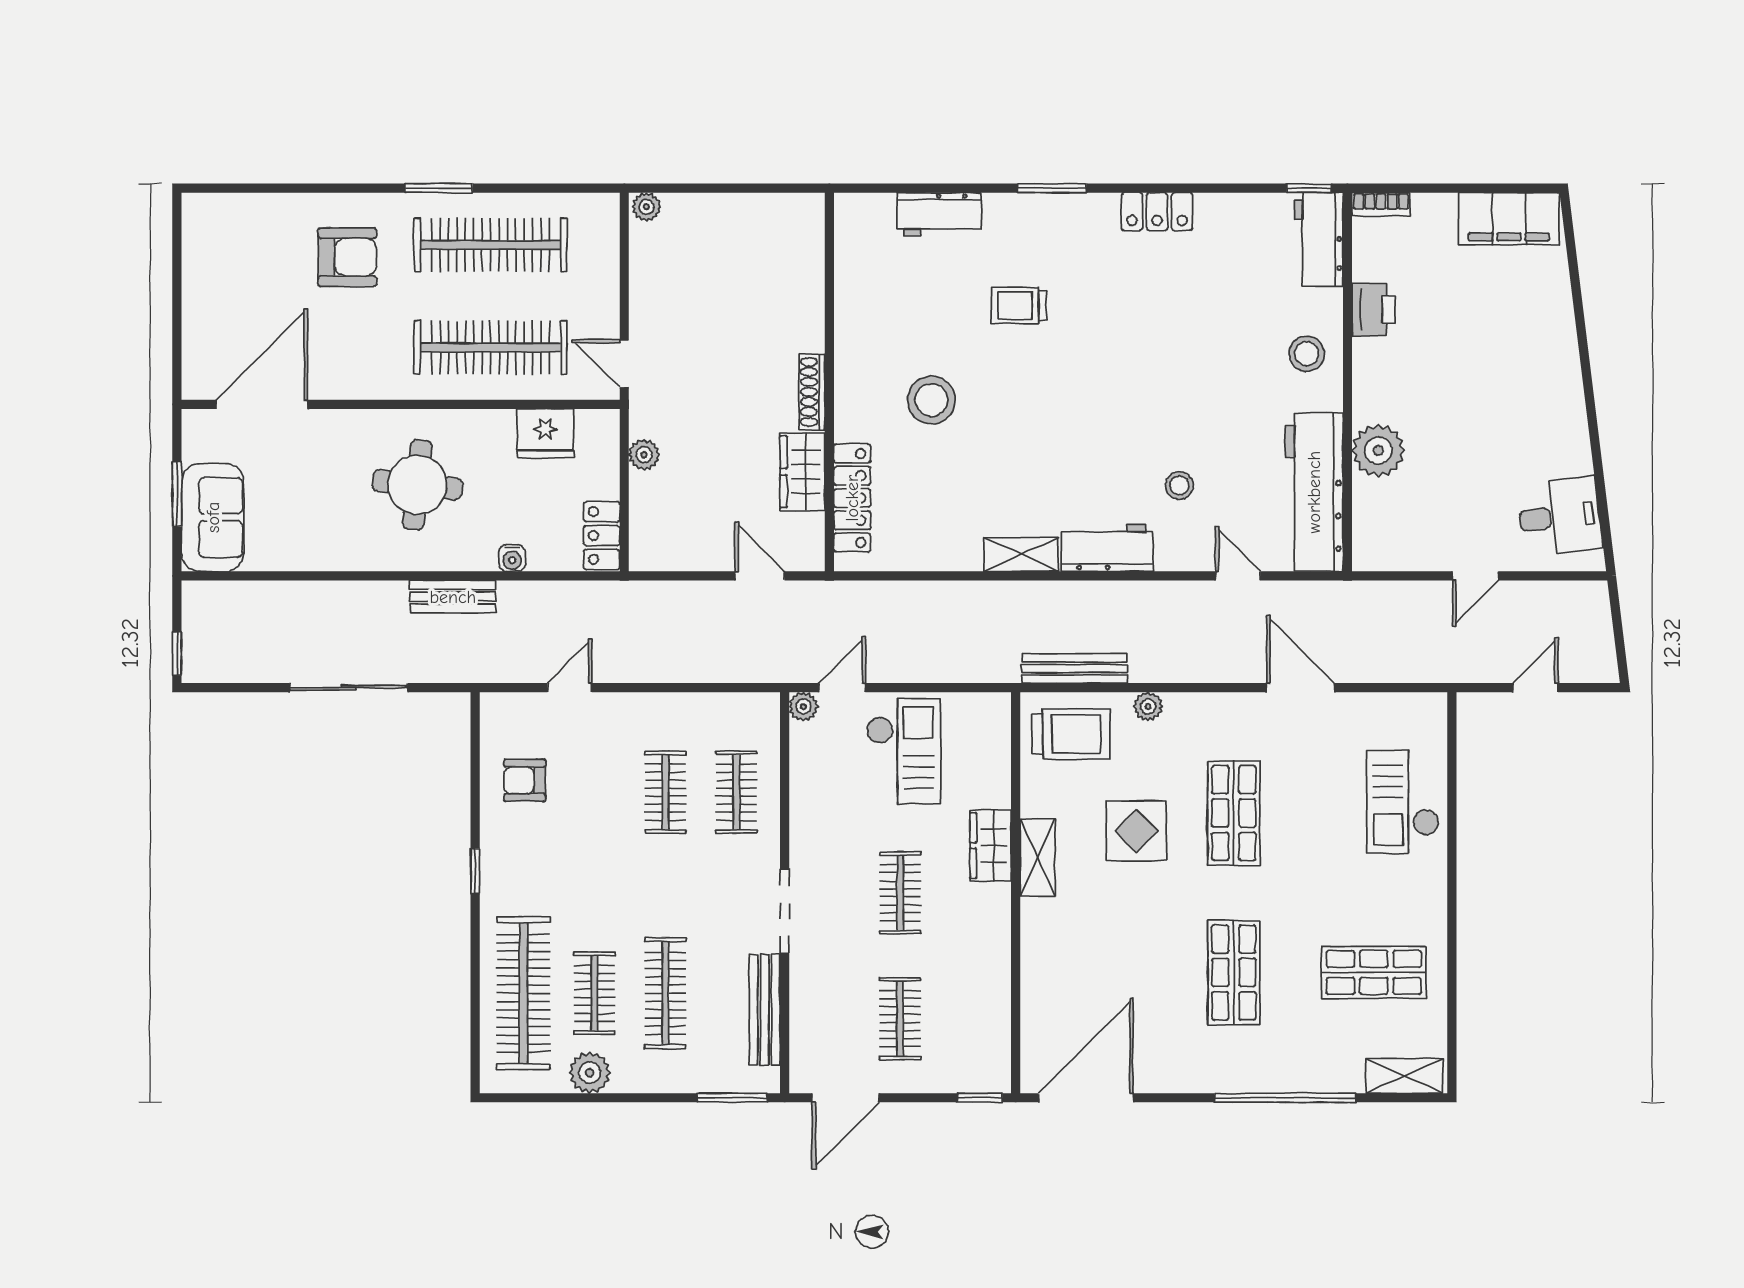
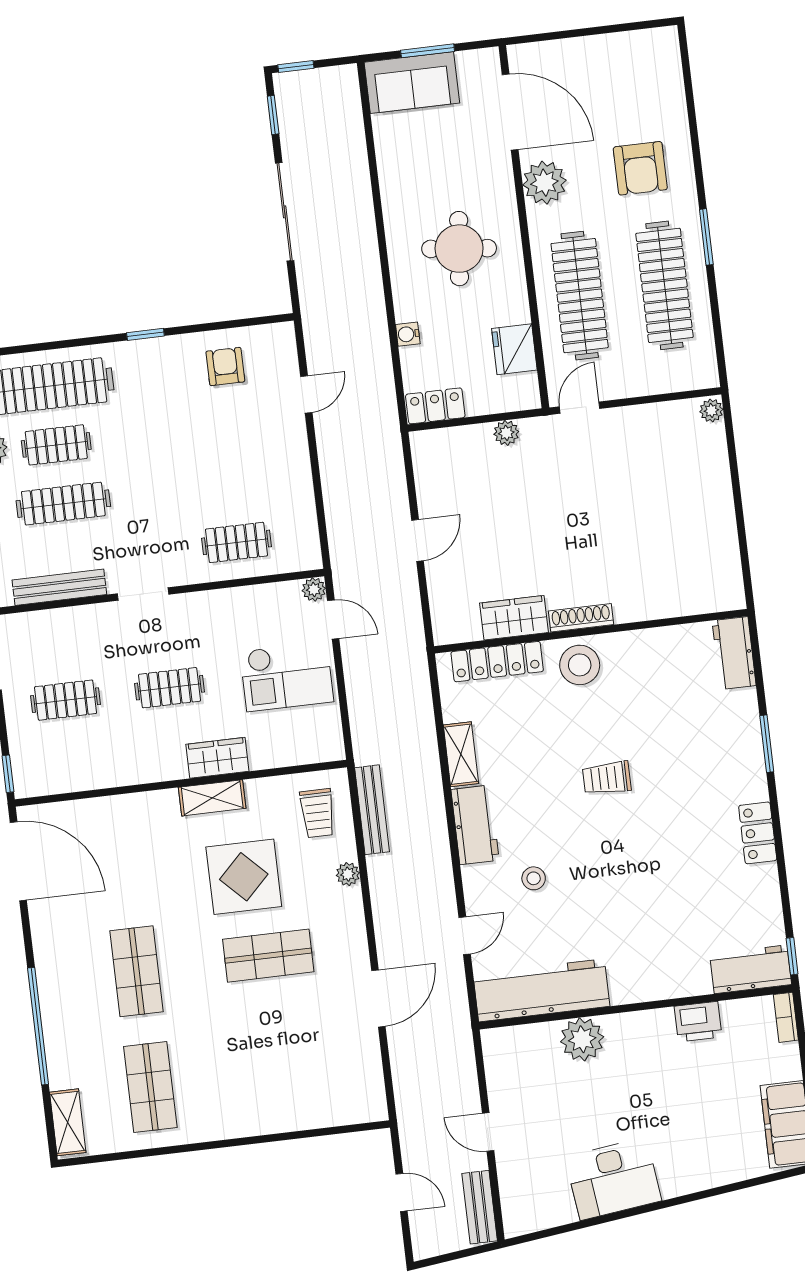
trolley: (1019, 306) -> (607, 778), moved, turned -90
stool: (1307, 354) -> (655, 970), removed
plant: (351, 374) -> (544, 183), added
wall: (829, 382) -> (591, 631), moved
shoe rack: (812, 392) -> (581, 618), moved
wardrobe: (802, 472) -> (514, 618), moved
locker: (852, 498) -> (497, 662), moved
desk: (1560, 517) -> (613, 1179), moved, width x1.37
bench: (453, 597) -> (480, 1207), moved
window: (232, 688) -> (273, 115), added
door: (570, 688) -> (306, 394), hinge flipped
trolley: (1071, 734) -> (317, 813), width x0.73, depth x0.72
clothes rail: (665, 792) -> (229, 484), removed
checkout: (1403, 802) -> (294, 1094), removed
display table: (1136, 831) -> (244, 877), width x1.36, depth x1.36
doorway: (785, 911) -> (143, 594), width x0.73
shop shelf: (1234, 972) -> (137, 971), turned 90

